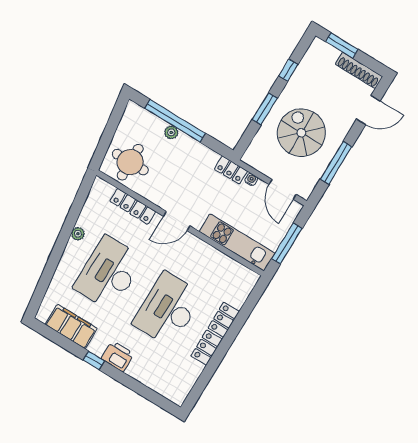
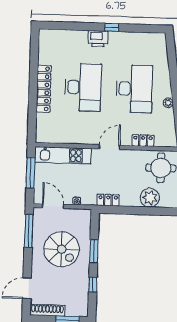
window: (175, 121) -> (147, 211), removed
plant: (171, 132) -> (150, 198), width x1.87, depth x1.87
window: (336, 163) -> (29, 231), moved
locker: (231, 170) -> (108, 200), moved
locker: (133, 206) -> (143, 140), width x0.66
filing cabinet: (71, 327) -> (139, 41), removed

